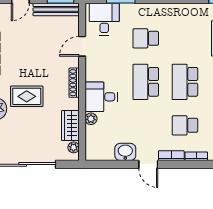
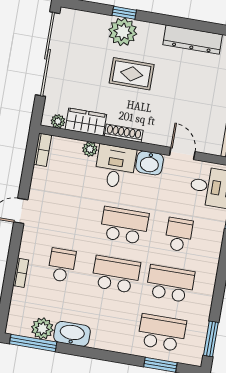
school desk: (185, 38) -> (170, 284), added
shoe rack: (74, 83) -> (124, 133), moved
rug: (27, 96) -> (132, 74), turned 90
washbasin: (125, 152) -> (150, 163), moved, turned 90
bookcase: (171, 156) -> (43, 150), moved

